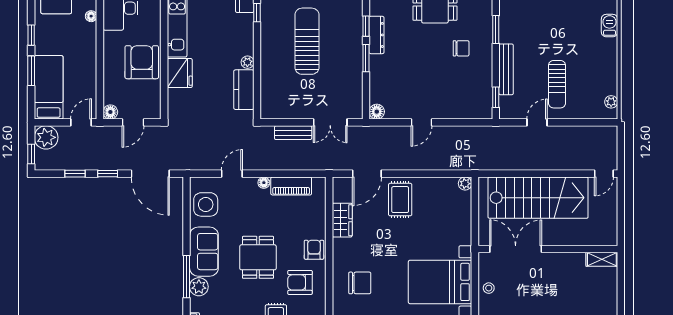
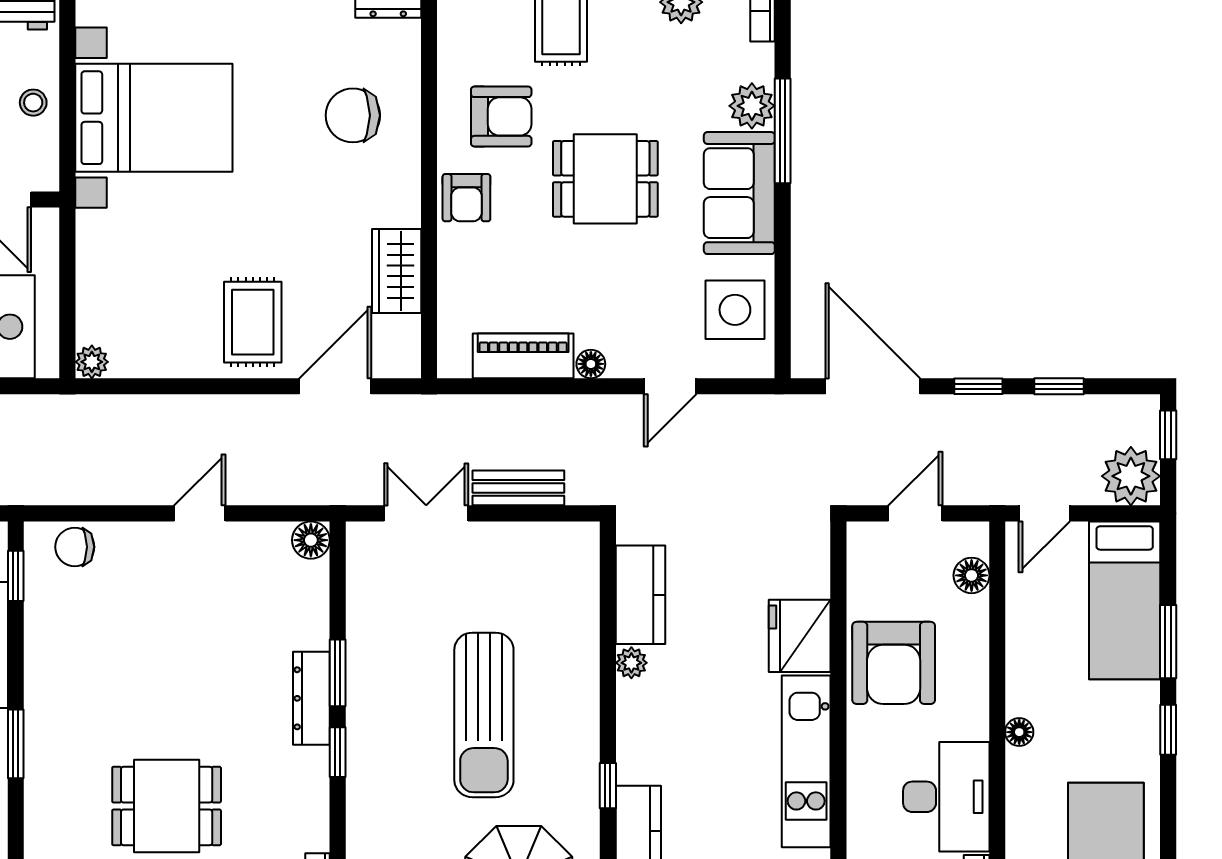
floor lamp: (91, 16) -> (1019, 732), moved
dresser: (377, 35) -> (311, 698), moved
chair: (461, 48) -> (75, 547), moved
floor lamp: (110, 112) -> (972, 575), moved
dining table: (258, 257) -> (605, 179), turned 90

